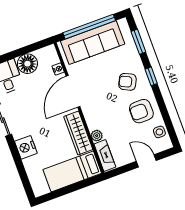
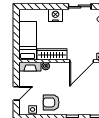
armchair: (127, 82) -> (74, 100), removed
door: (73, 91) -> (82, 61), swing flipped
armchair: (141, 111) -> (51, 102), turned -90

